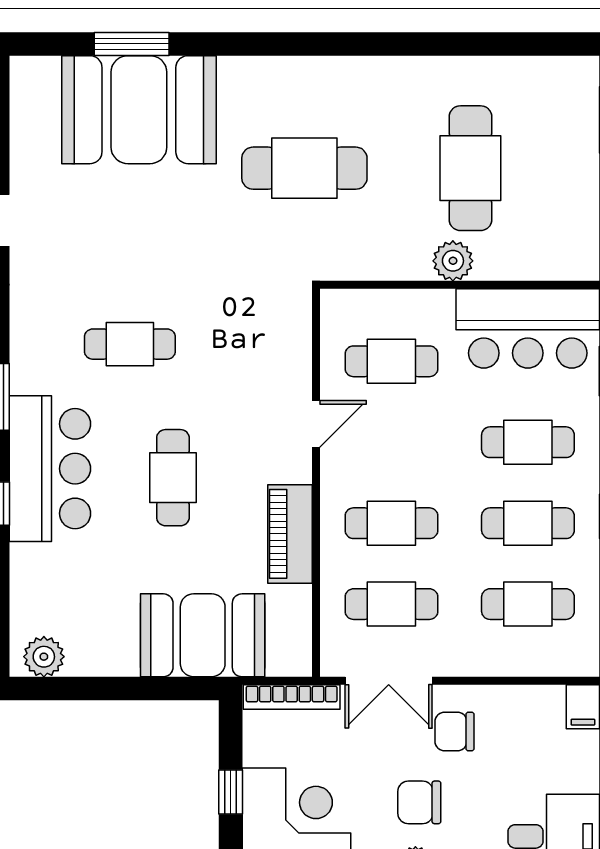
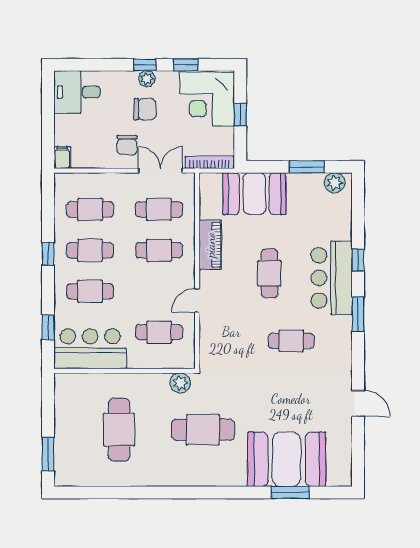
plant: (453, 261) -> (180, 383), moved
window: (99, 689) -> (307, 167), added
chair: (455, 731) -> (127, 145), turned 90

